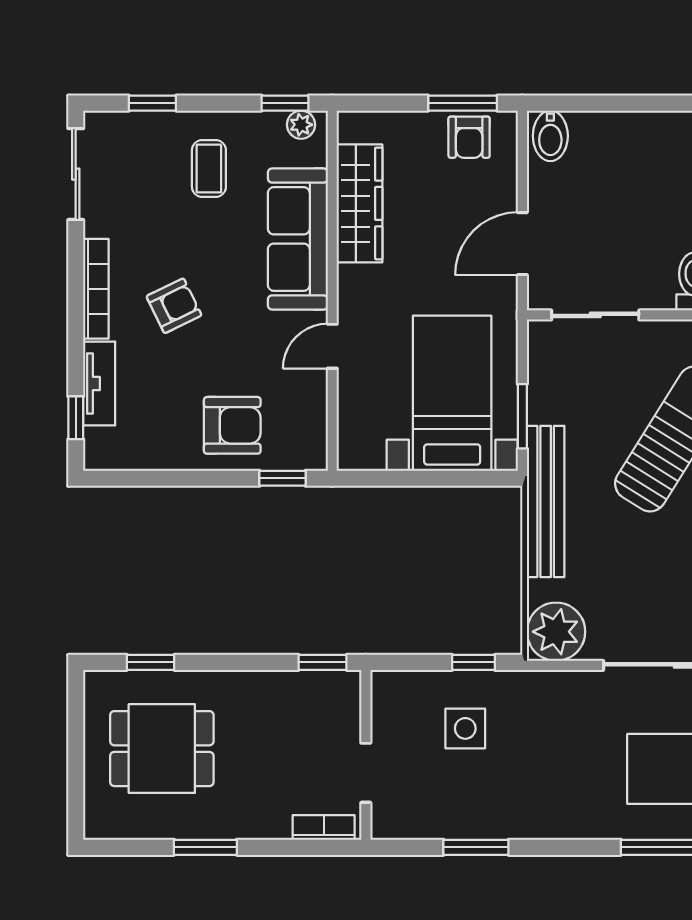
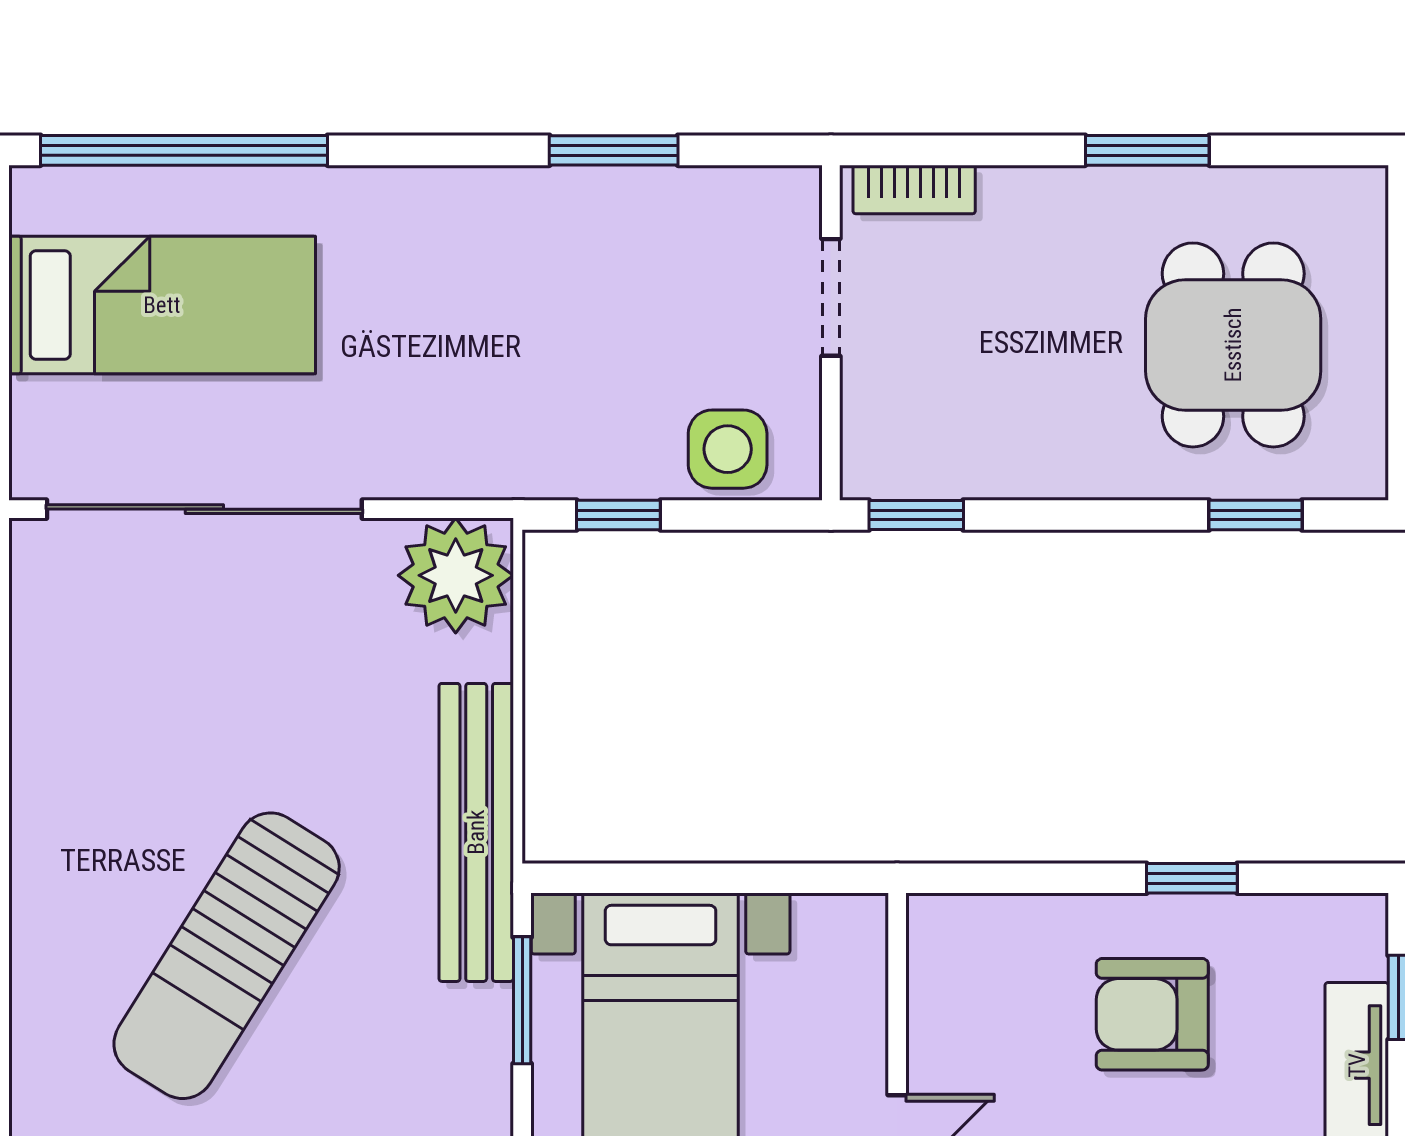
armchair: (232, 425) -> (1152, 1014), moved
window: (282, 478) -> (1192, 878), moved
side table: (465, 728) -> (728, 449), moved
dining table: (162, 749) -> (1233, 345), turned 90

